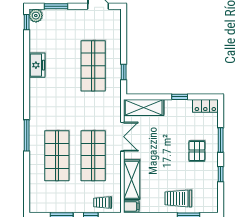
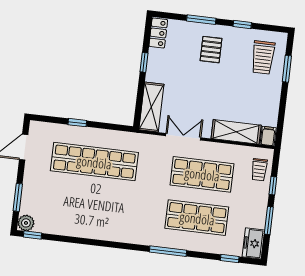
freezer: (37, 65) -> (253, 243), moved, turned -90
shop shelf: (93, 66) -> (94, 162), width x1.40
window: (124, 72) -> (77, 123), moved
pallet: (197, 151) -> (211, 50), turned 90
window: (27, 187) -> (230, 259), added
trolley: (178, 198) -> (263, 57), moved

